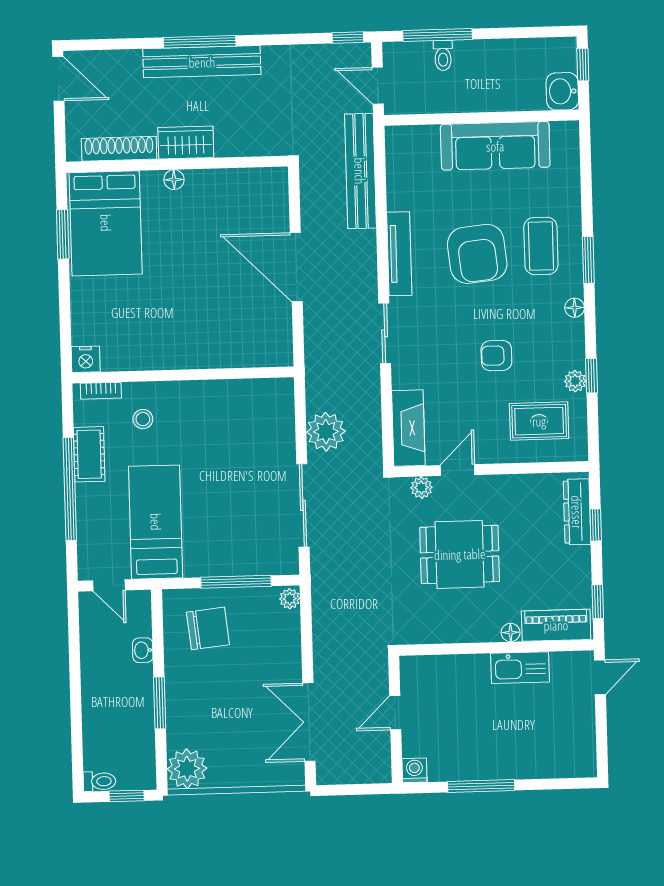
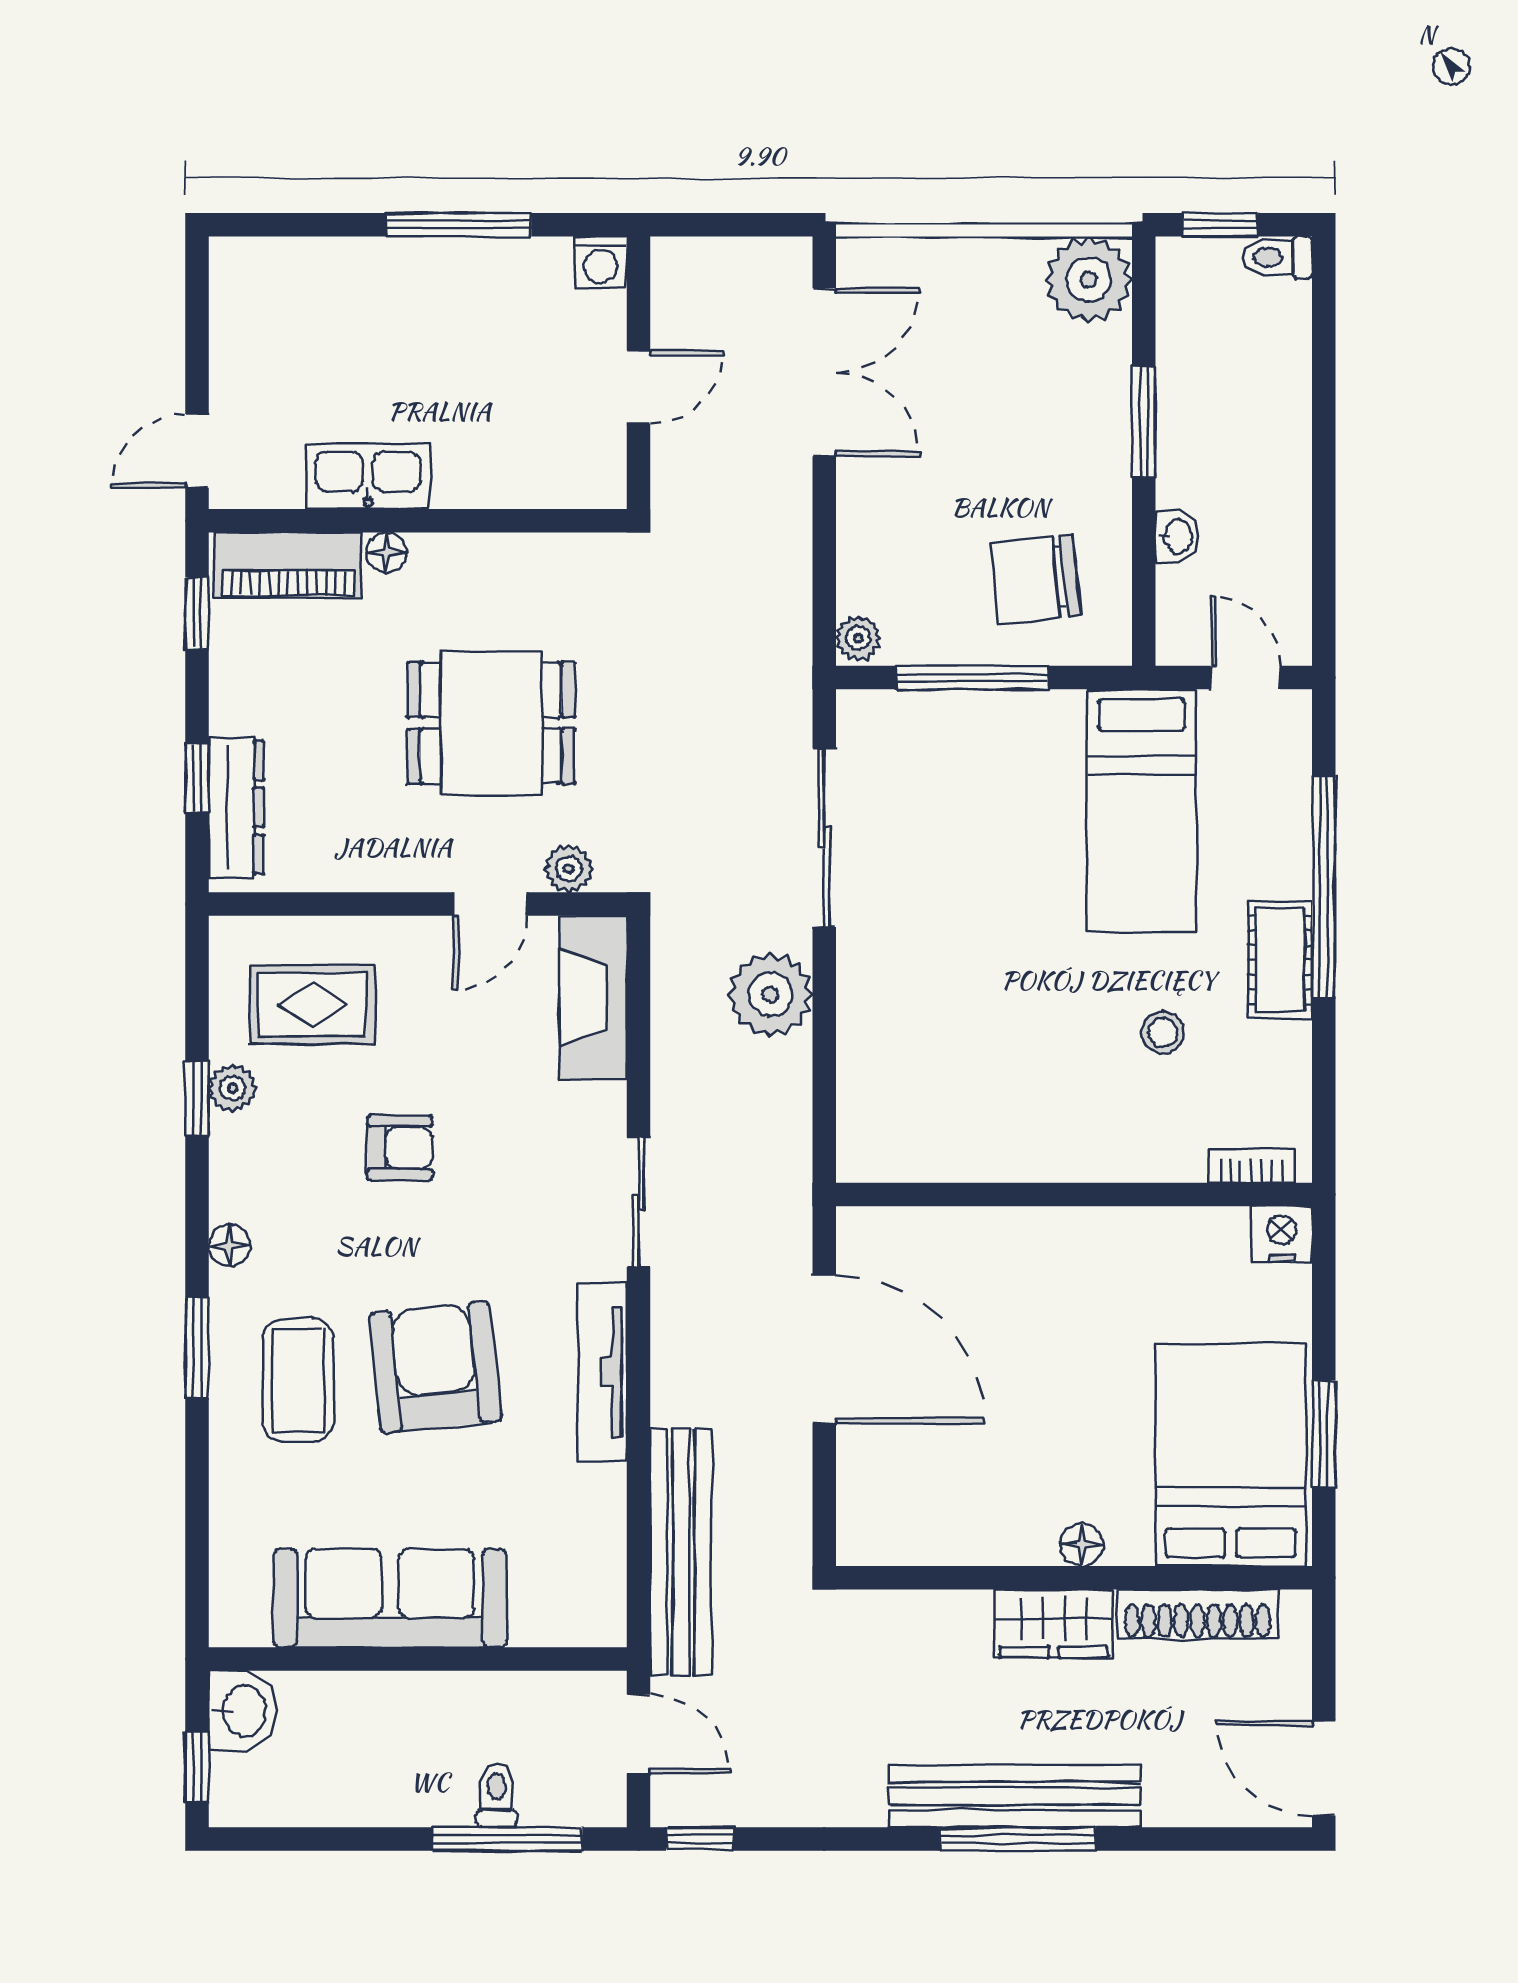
nightstand: (86, 359) -> (1282, 1234), moved
wall: (183, 375) -> (1074, 1194), moved
bookcase: (101, 391) -> (1251, 1166), moved

